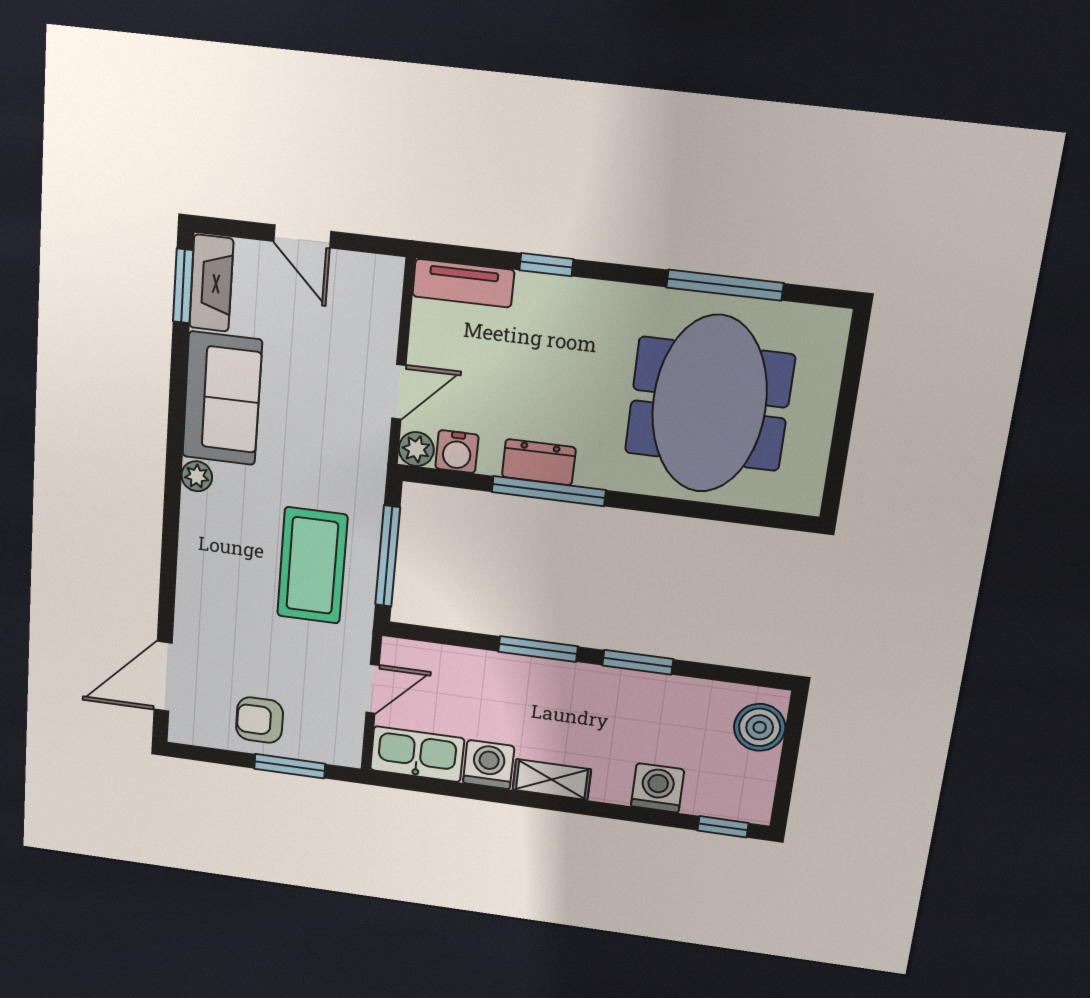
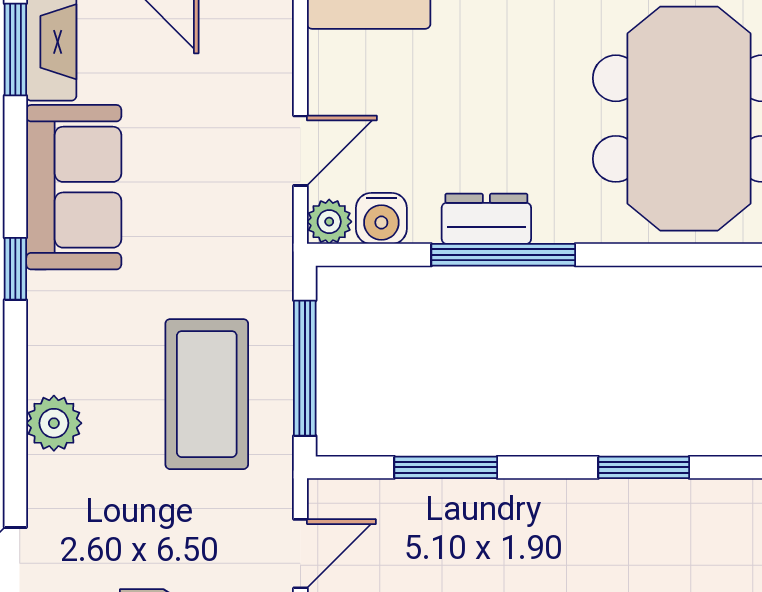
window: (174, 455) -> (15, 269), added
plant: (197, 476) -> (54, 423), moved, width x1.38, depth x1.38
window: (538, 649) -> (446, 467), moved

